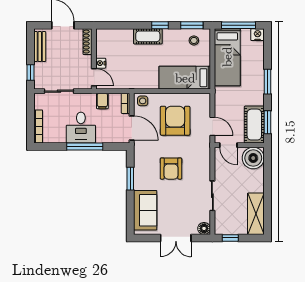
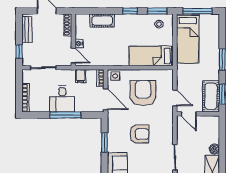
nightstand: (258, 35) -> (214, 19), removed
cot: (148, 36) -> (102, 21), moved
boiler: (253, 158) -> (214, 149), moved, width x0.54, depth x0.54
armchair: (171, 169) -> (139, 134), turned -90

